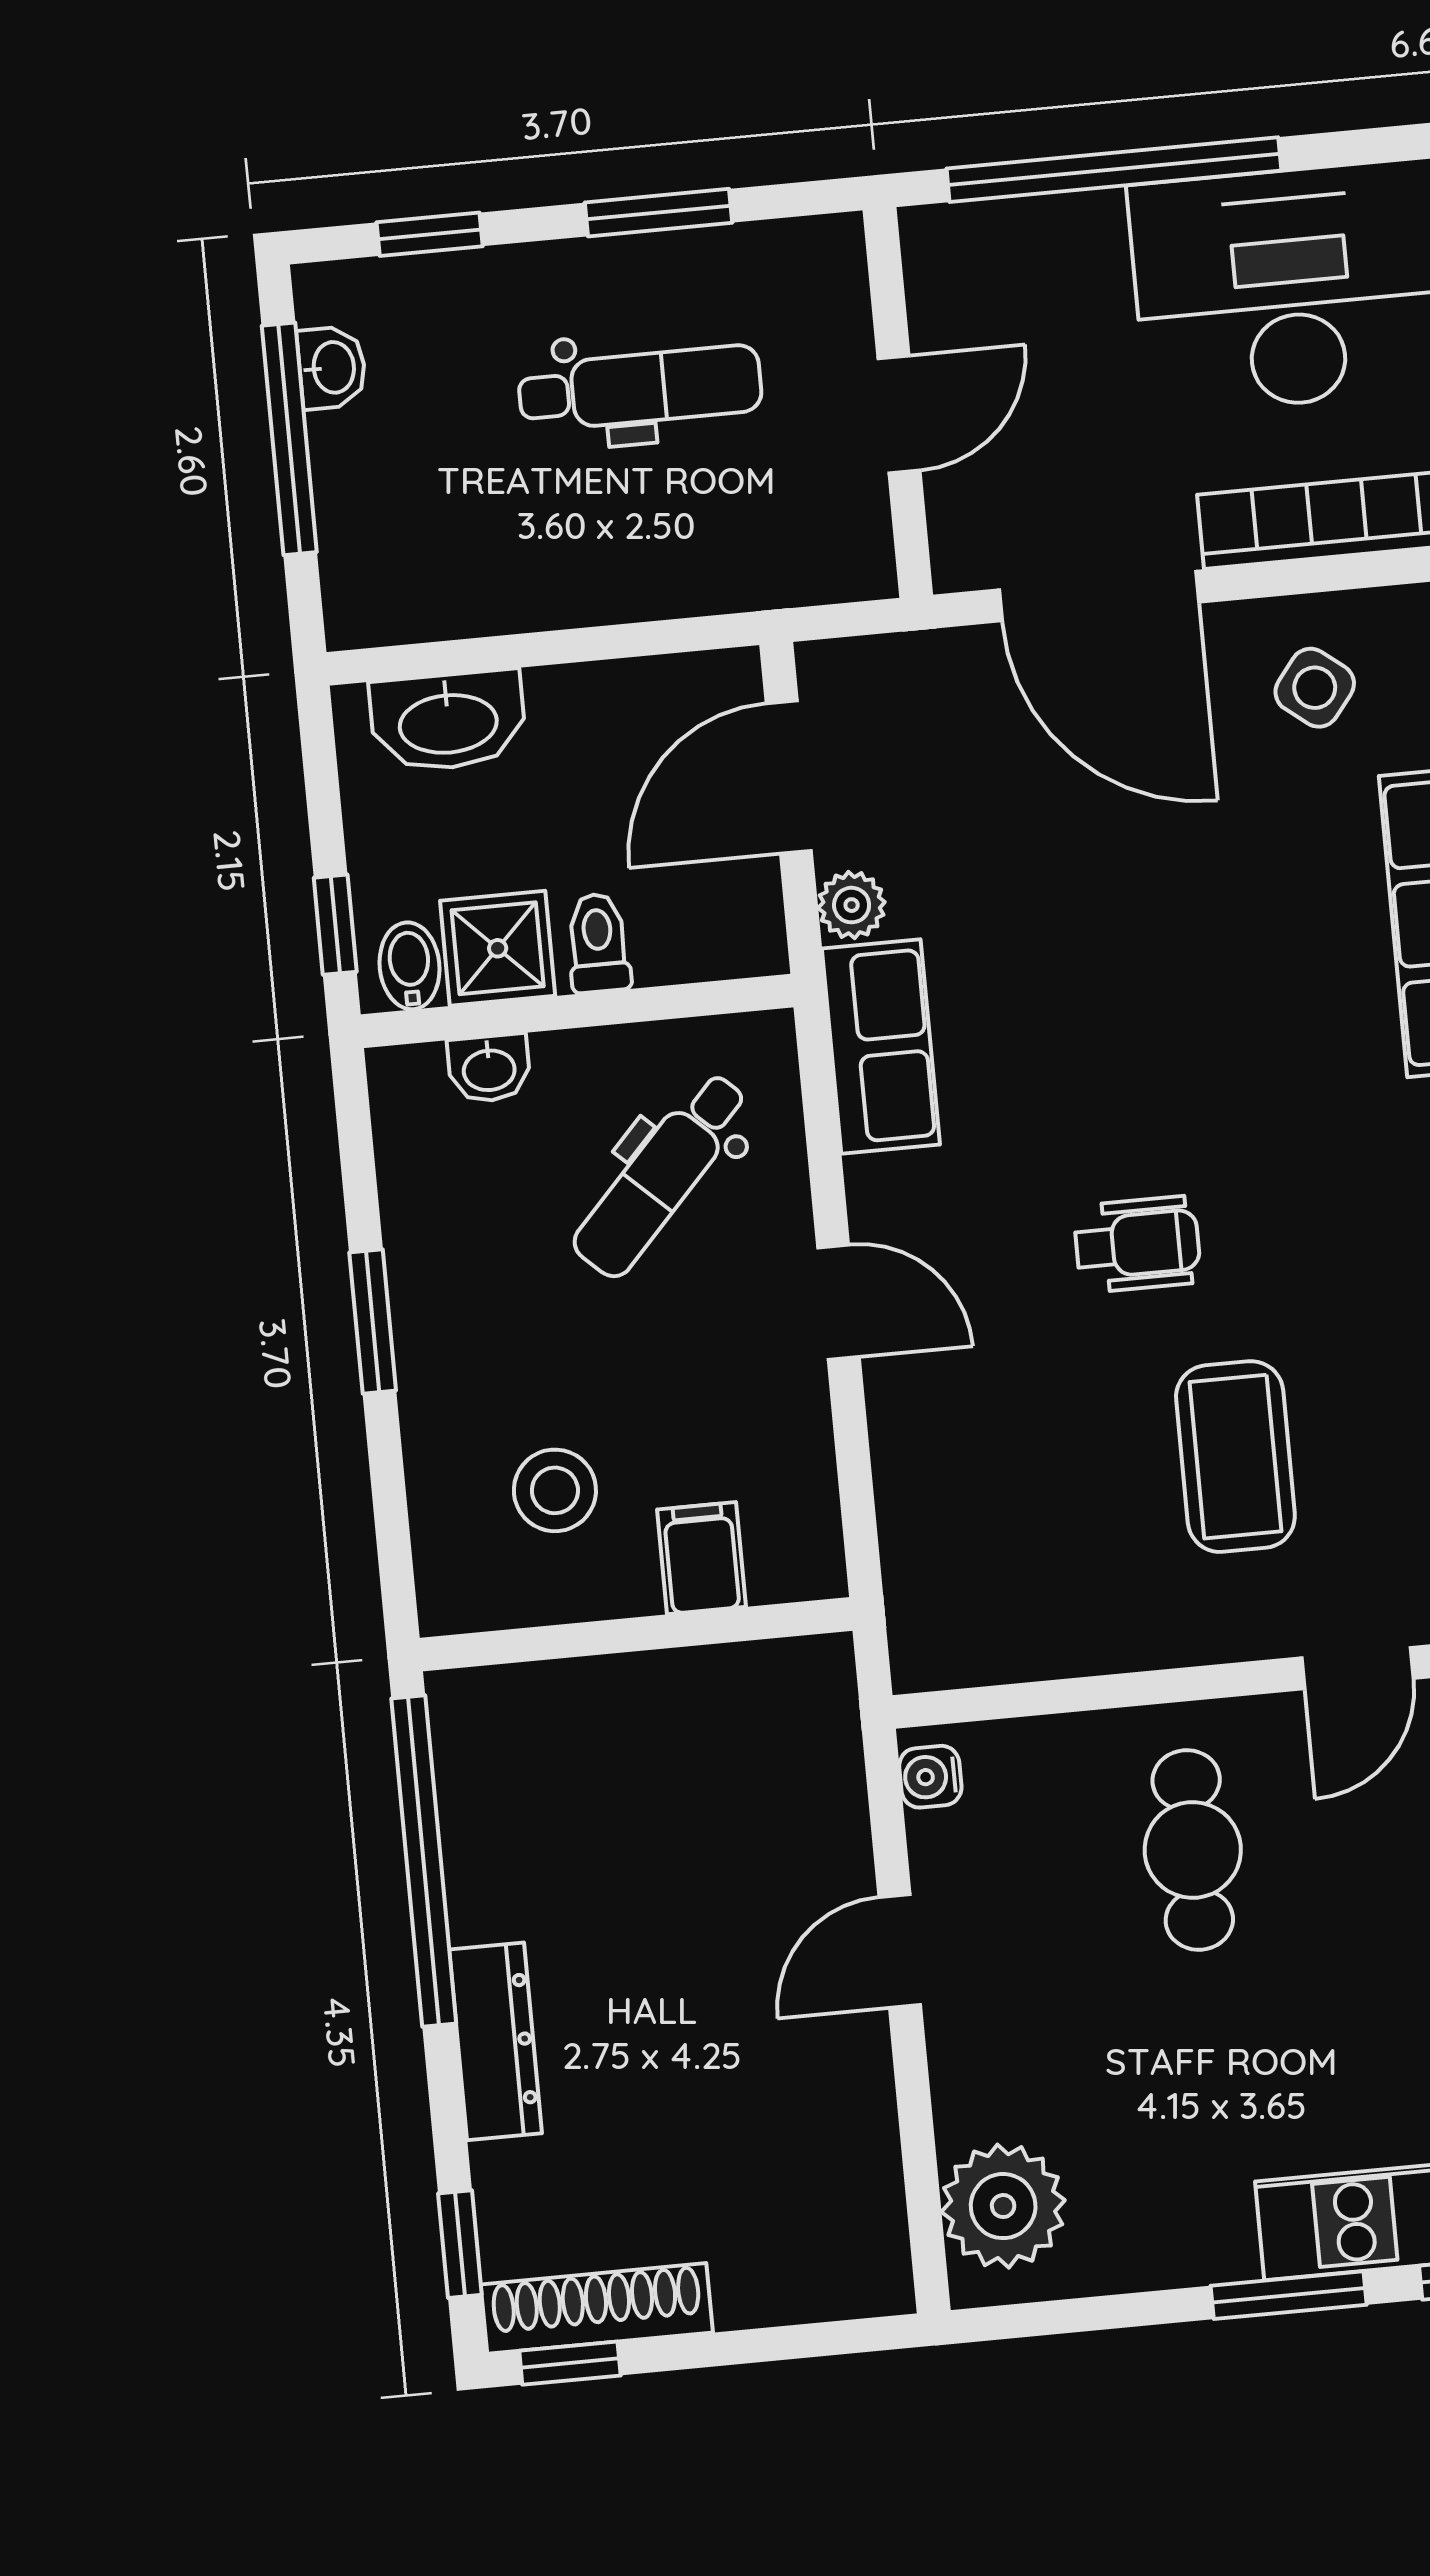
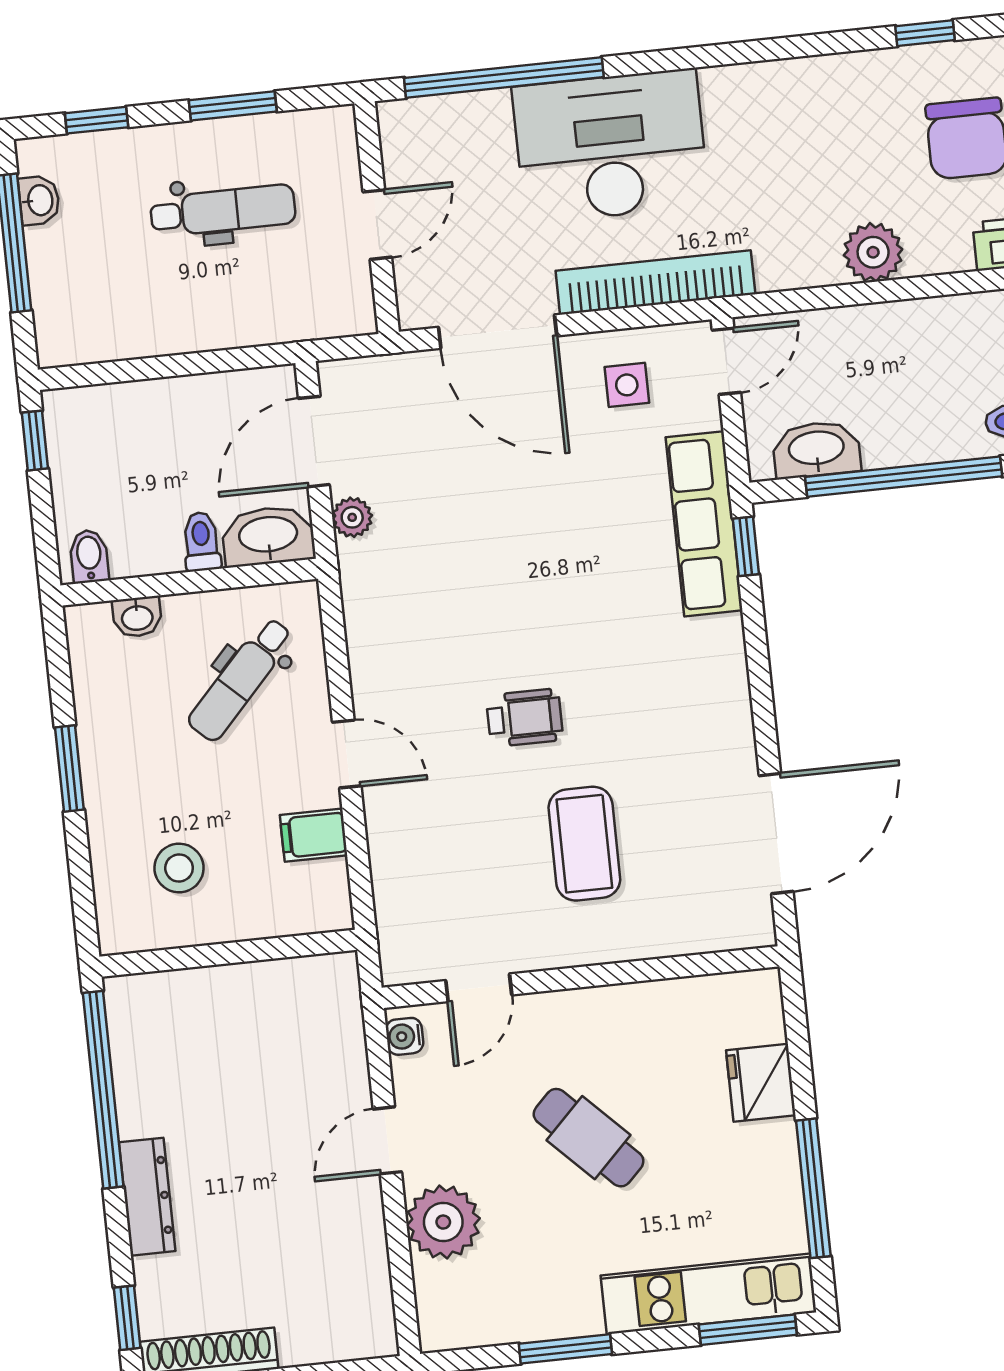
side table: (1315, 688) -> (627, 385), turned -38
washbasin: (448, 721) -> (268, 536), moved, turned 180
window: (335, 925) -> (35, 441), moved
shower: (498, 948) -> (141, 545), removed
row of seats: (881, 1047) -> (370, 601), removed
filing cabinet: (701, 1558) -> (314, 835), moved, turned -90
door: (1357, 1668) -> (479, 988), moved
cafe table: (1193, 1850) -> (589, 1138), moved, turned -45
plant: (1003, 2206) -> (443, 1222), moved
window: (1289, 2295) -> (565, 1349), moved

